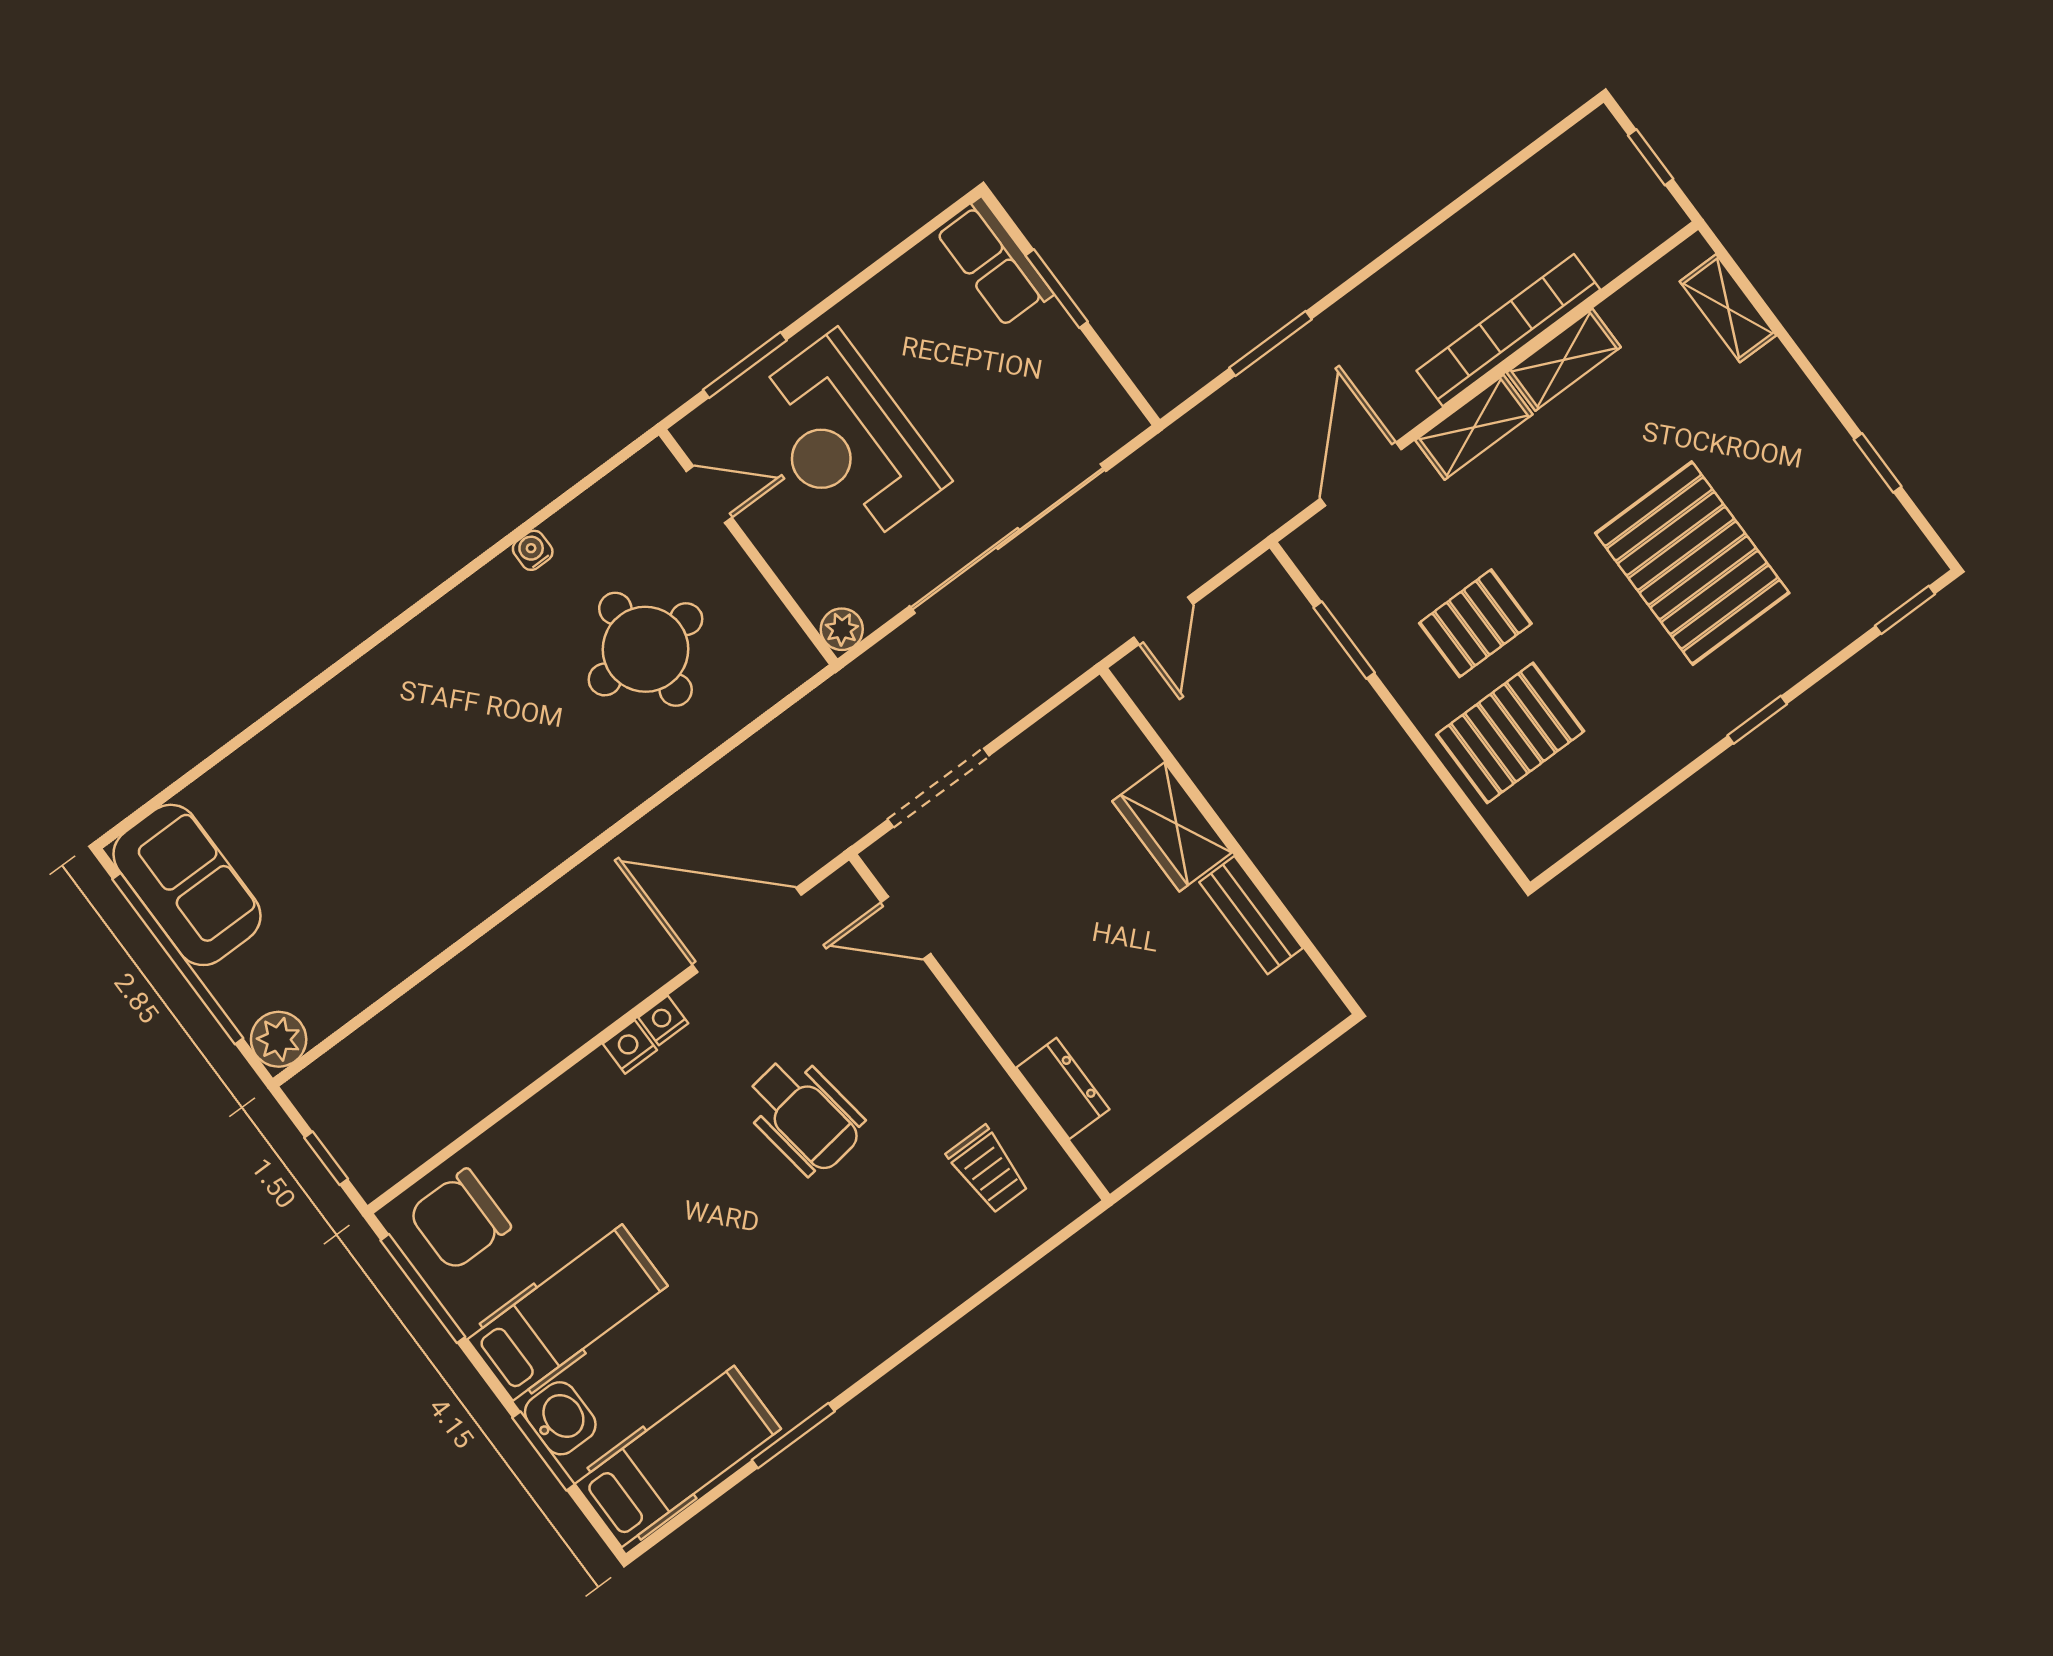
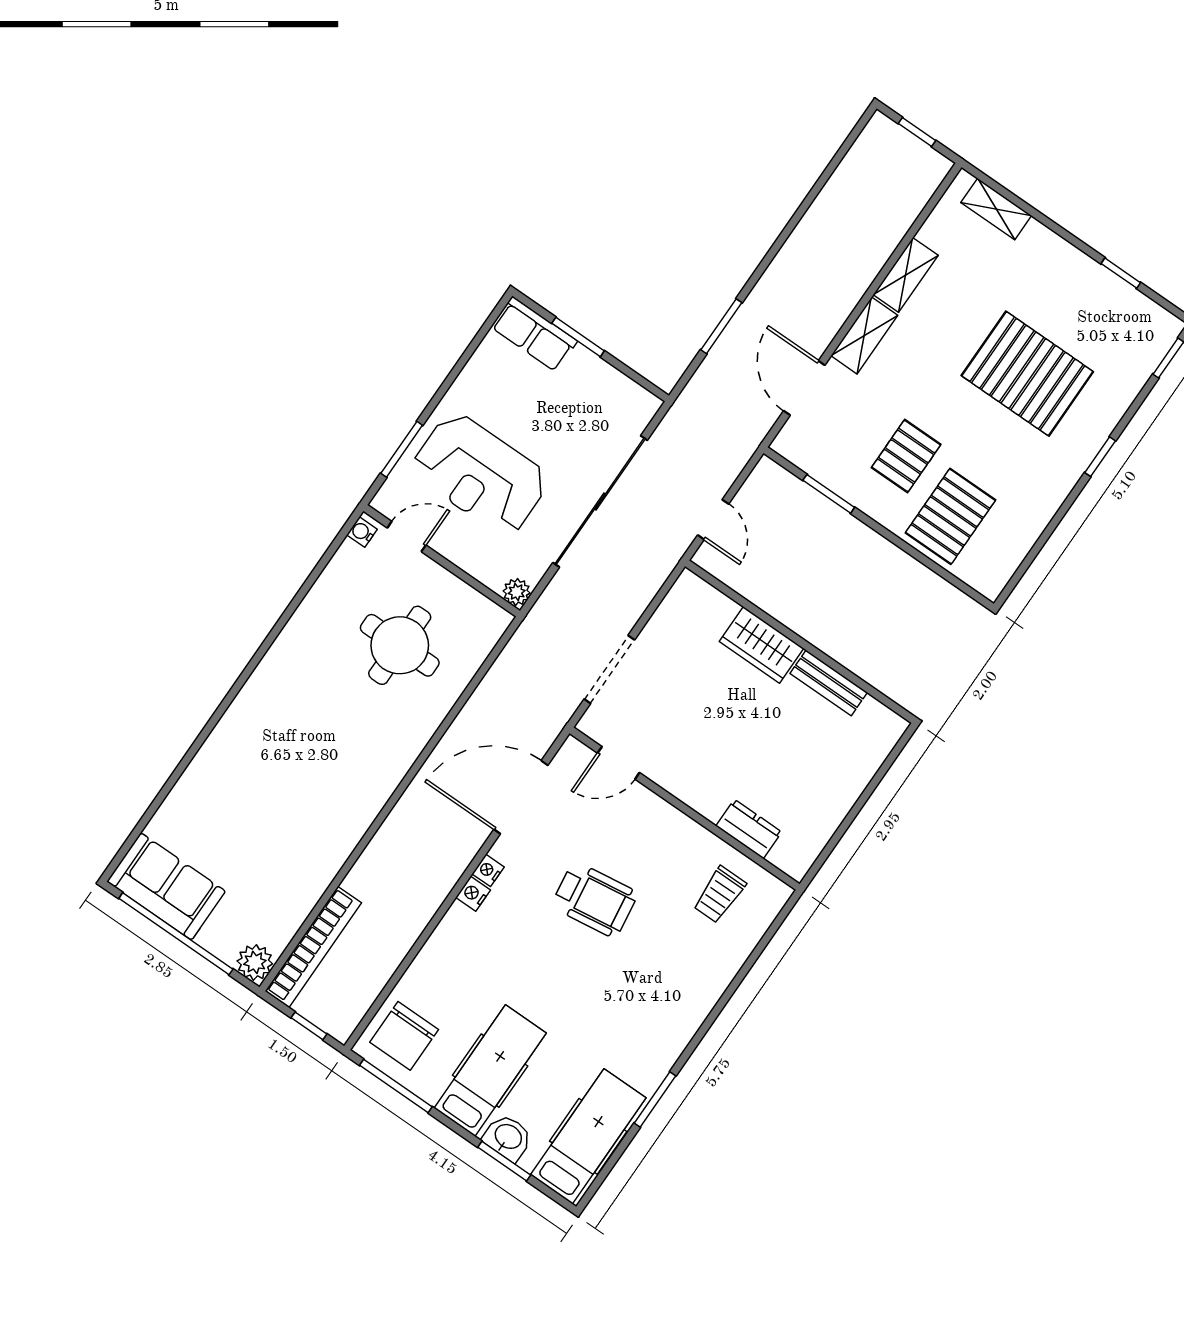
bookcase: (1508, 330) -> (313, 947), moved, turned 180
water cooler: (533, 550) -> (362, 532), moved
trolley: (988, 1170) -> (720, 895), turned 90

